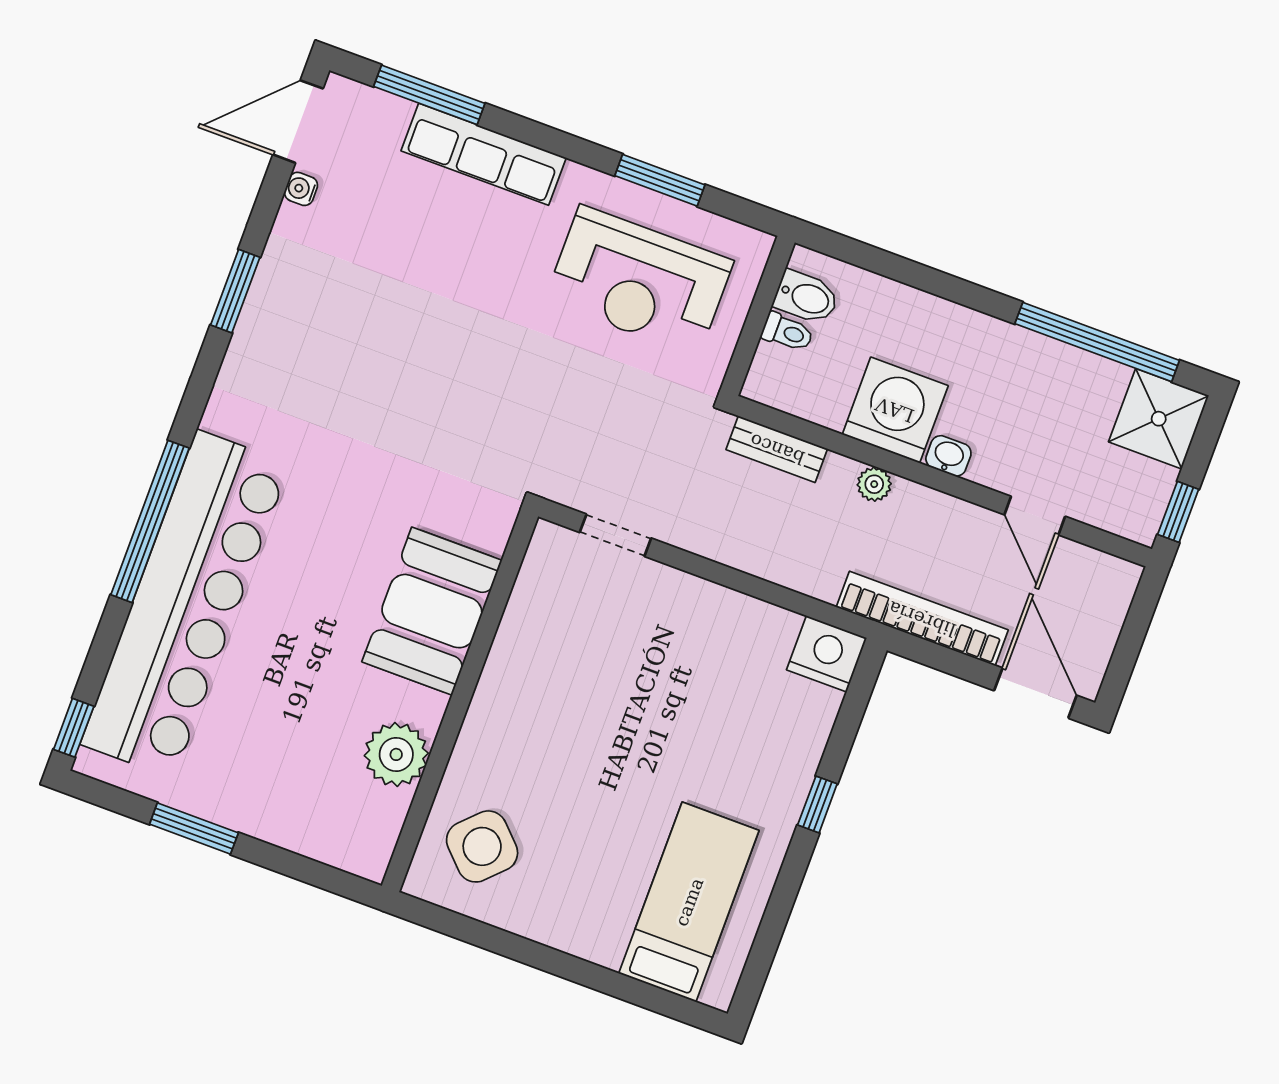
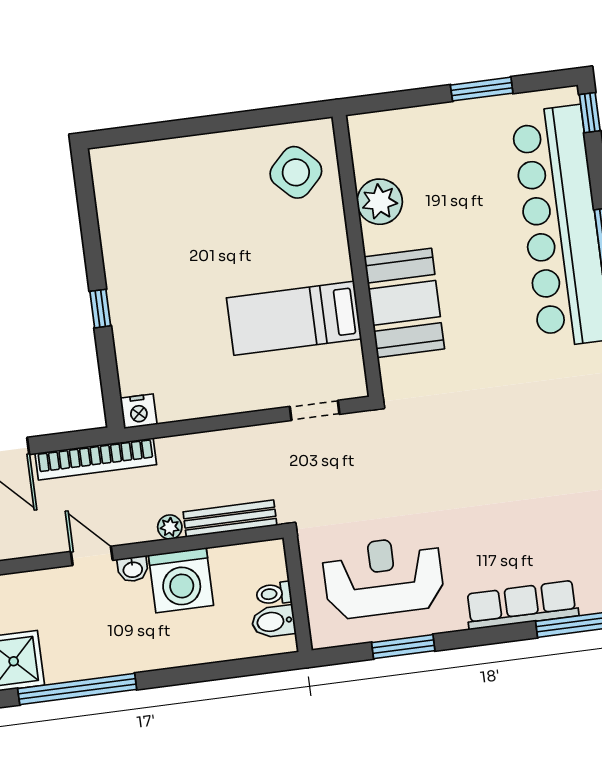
bench: (777, 449) -> (230, 519), width x1.36
door: (1035, 516) -> (92, 556), moved
nightstand: (827, 654) -> (139, 411), width x0.74, depth x0.75
bed: (689, 902) -> (294, 318), moved, turned 90

